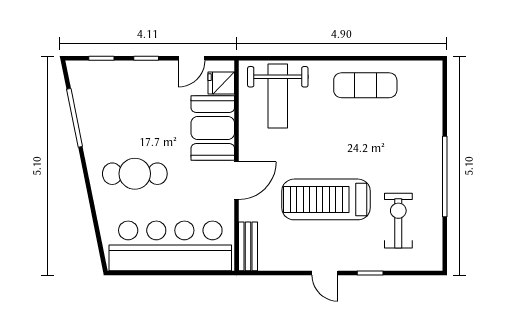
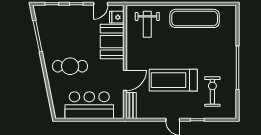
exercise mat: (365, 85) -> (195, 18), width x1.36, depth x1.45
weight bench: (278, 96) -> (147, 24), width x0.73, depth x0.75
door: (237, 181) -> (125, 80), moved
bar counter: (170, 246) -> (89, 105), width x0.73

